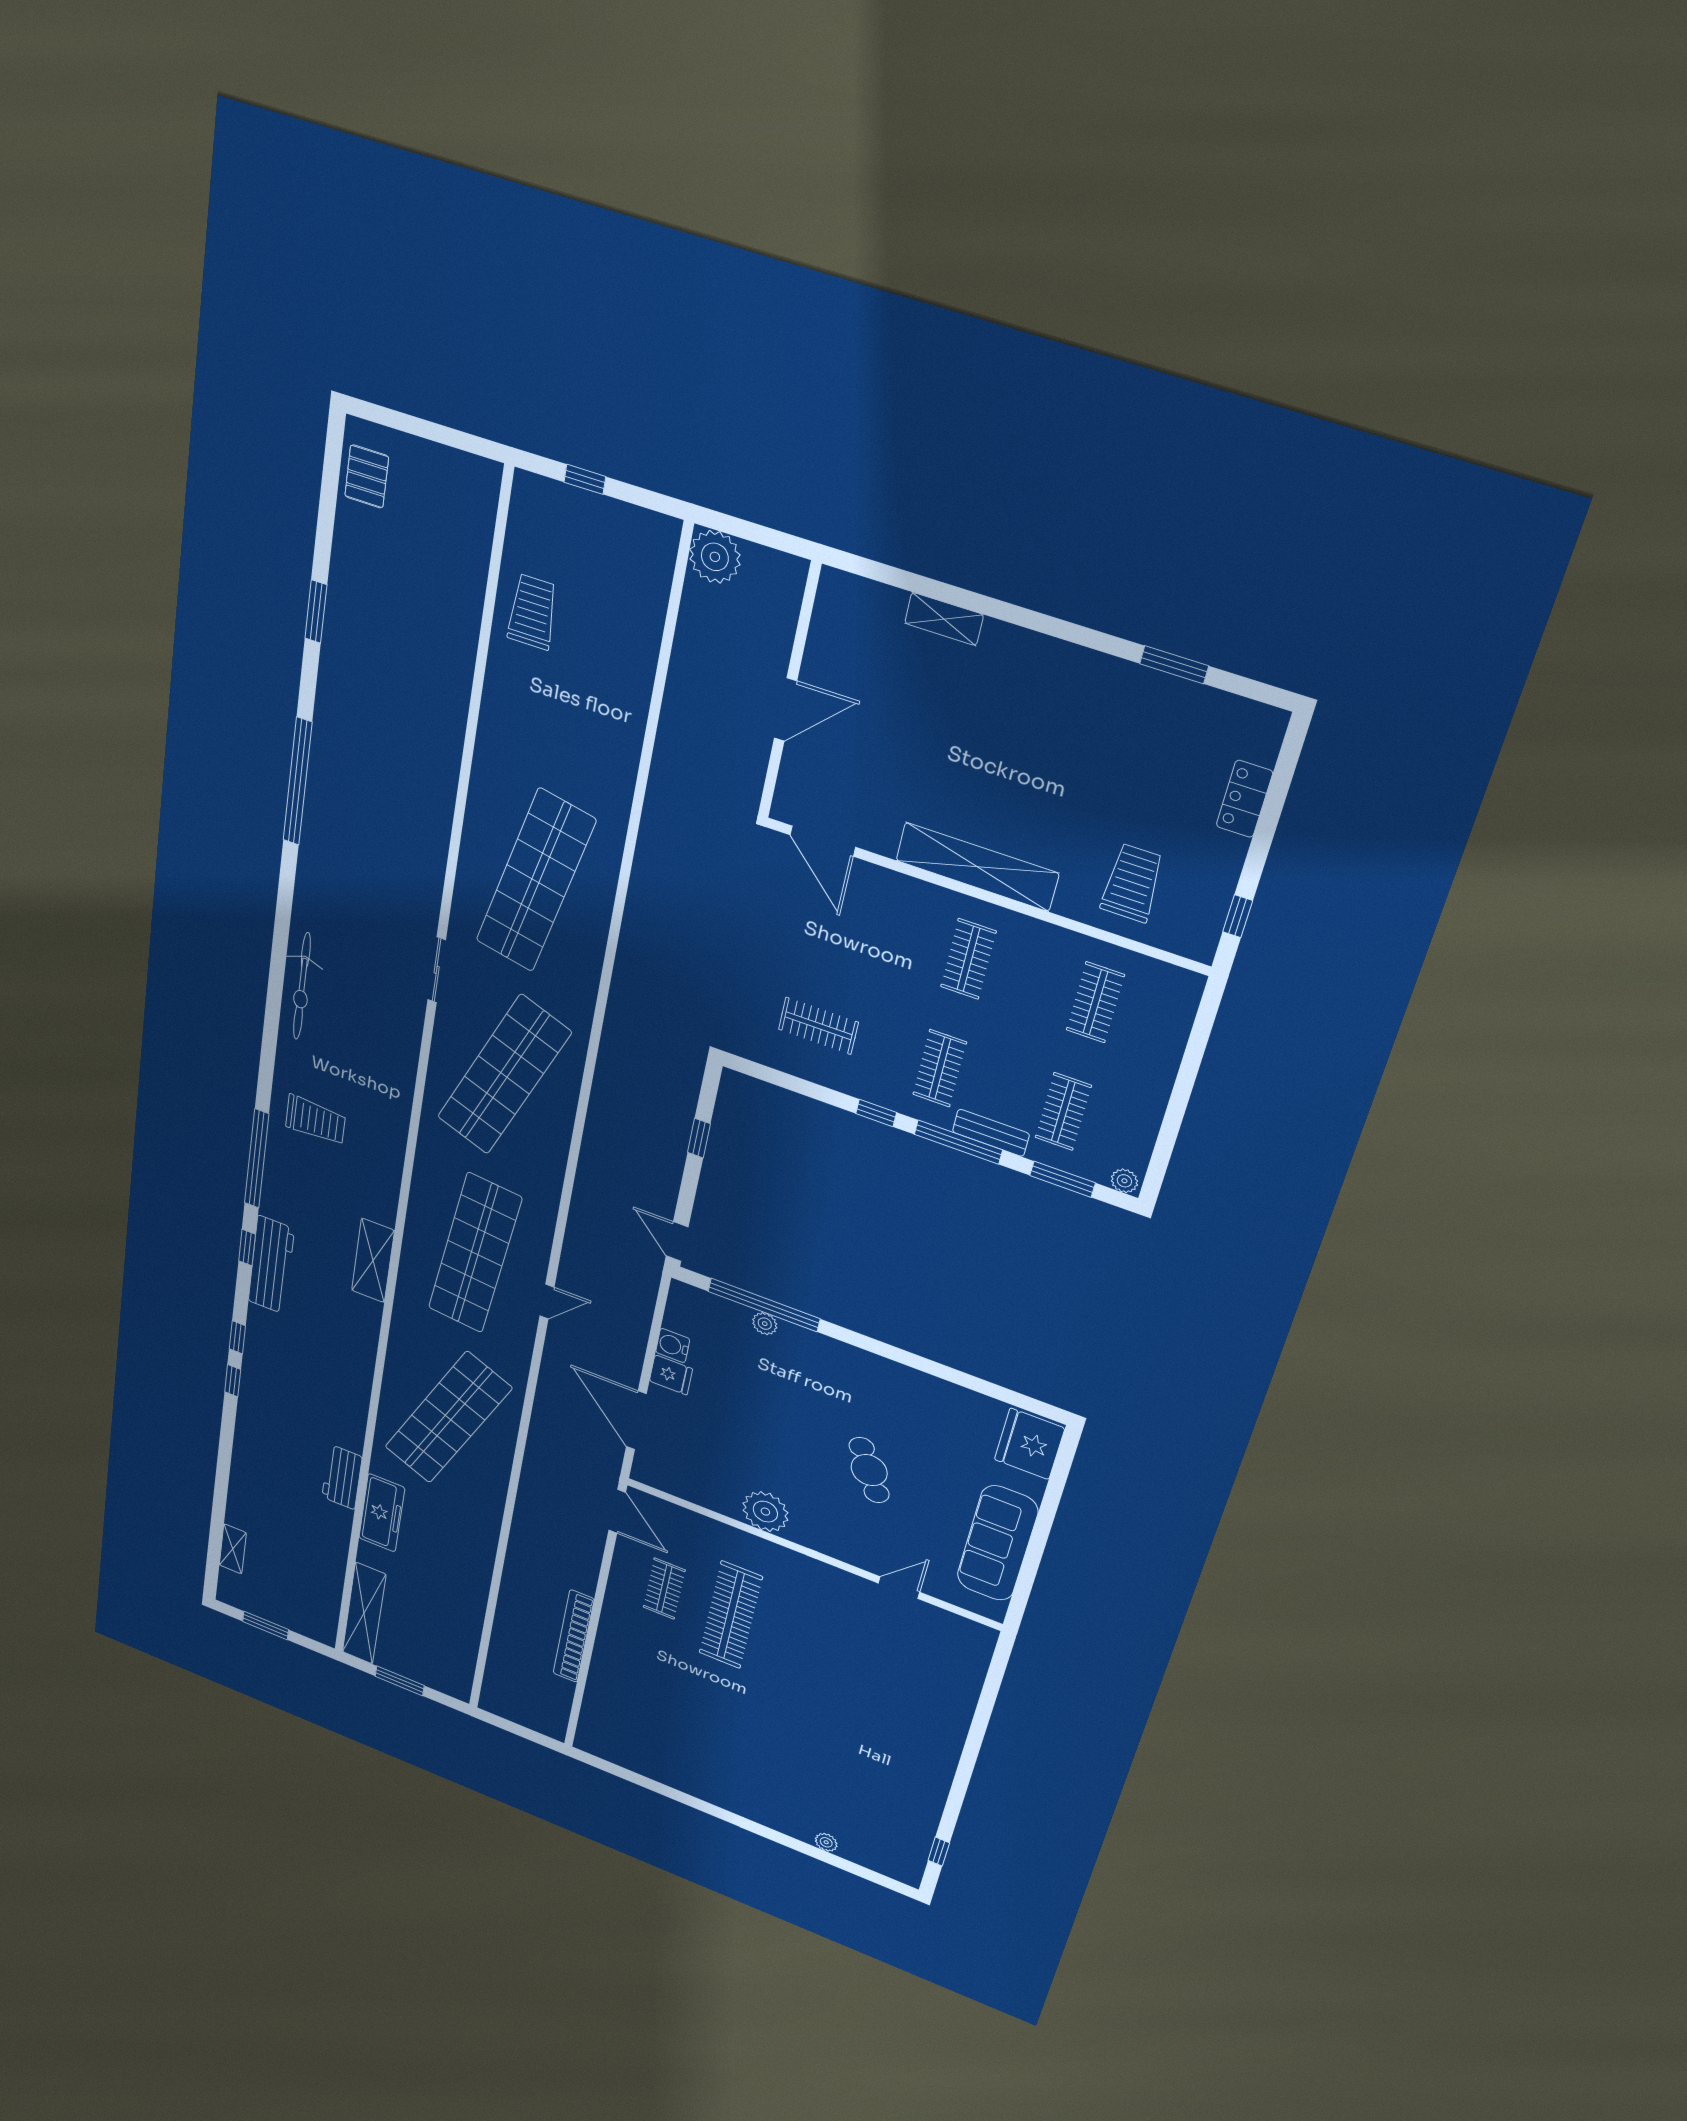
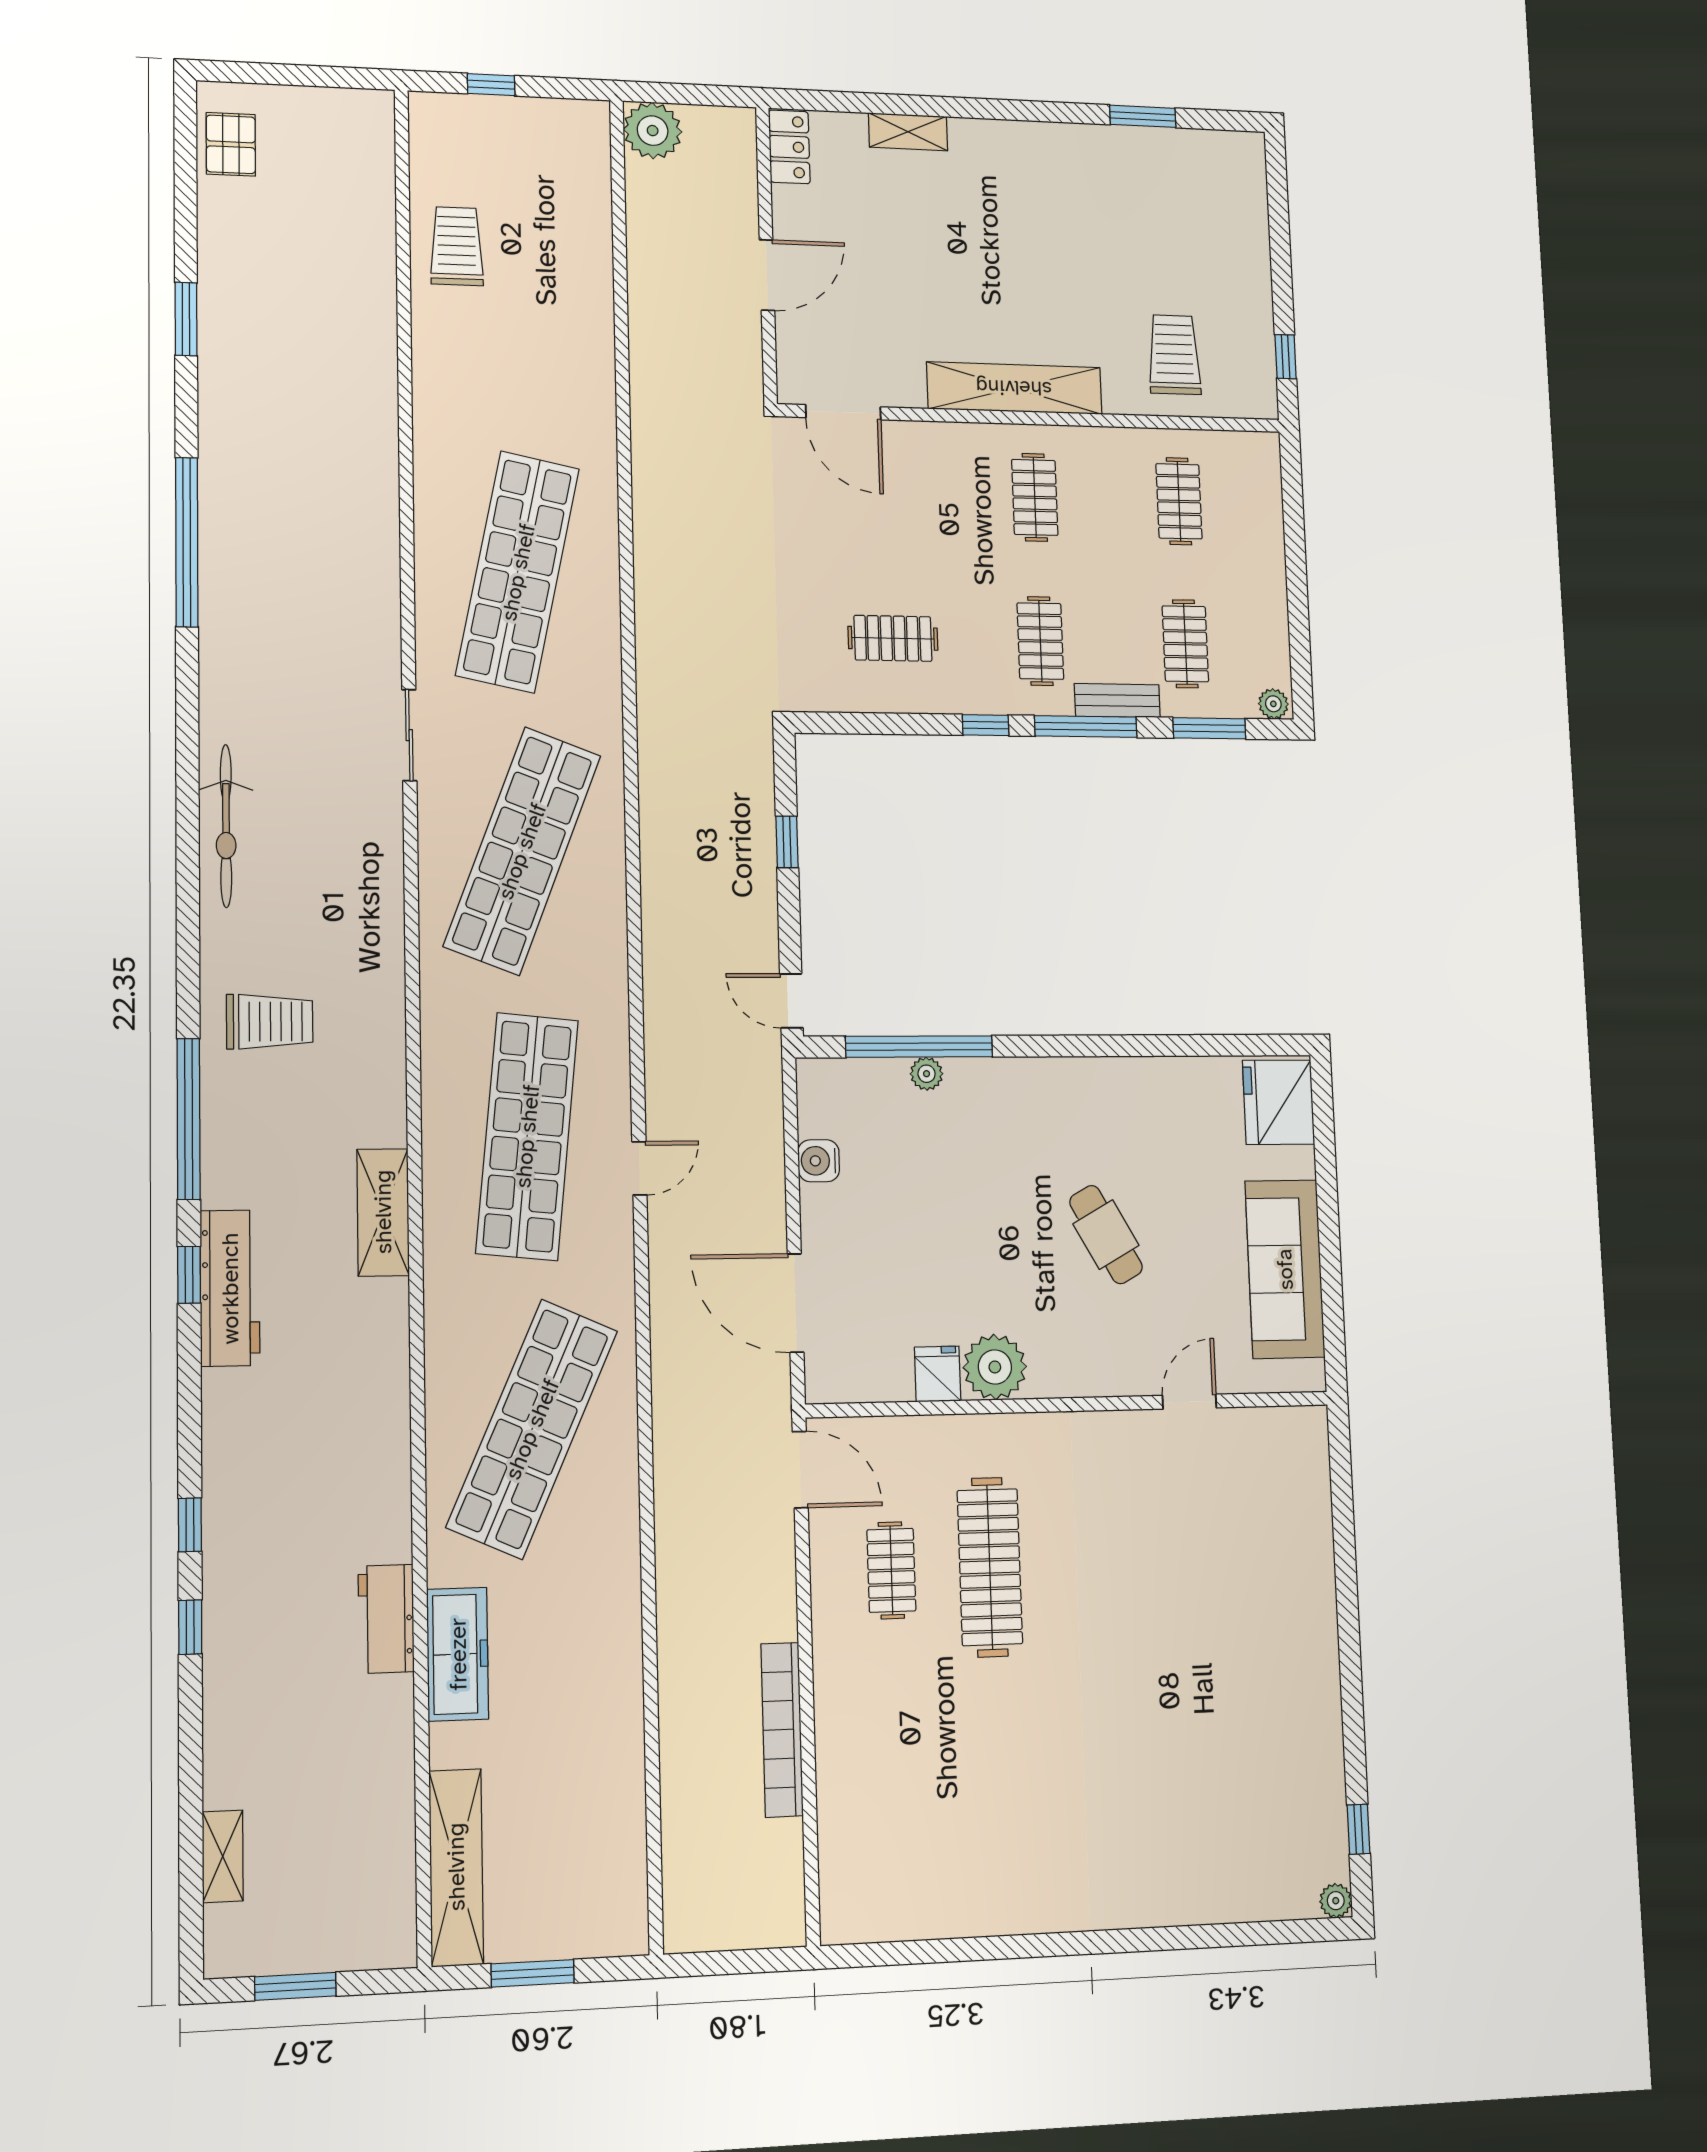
locker: (1244, 799) -> (789, 147), moved, turned 180
window: (237, 1337) -> (190, 1627), moved
fridge: (671, 1375) -> (938, 1374), moved, turned -90
plant: (826, 1842) -> (1336, 1901), moved

